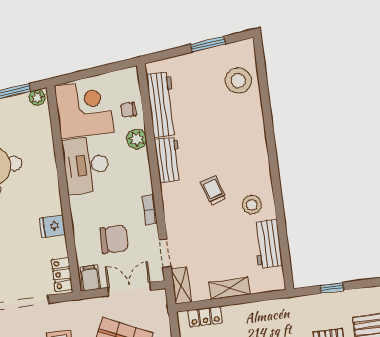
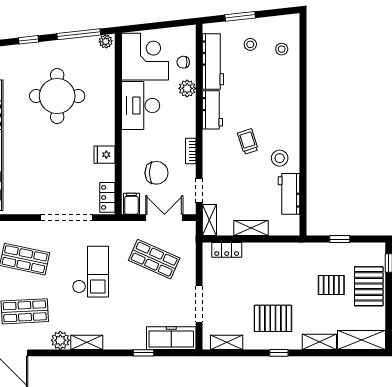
window: (208, 44) -> (240, 16), moved
stool: (202, 80) -> (250, 44), added
stool: (238, 81) -> (282, 49), width x0.53, depth x0.53

